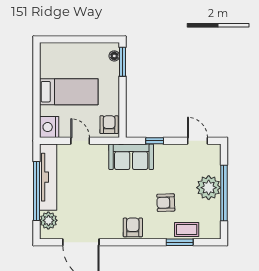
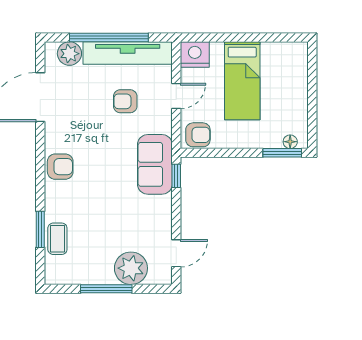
window: (155, 141) -> (176, 176), moved
plant: (209, 188) -> (131, 268), moved
window: (224, 193) -> (106, 289), width x0.68
armchair: (166, 203) -> (125, 101), moved, turned -88

